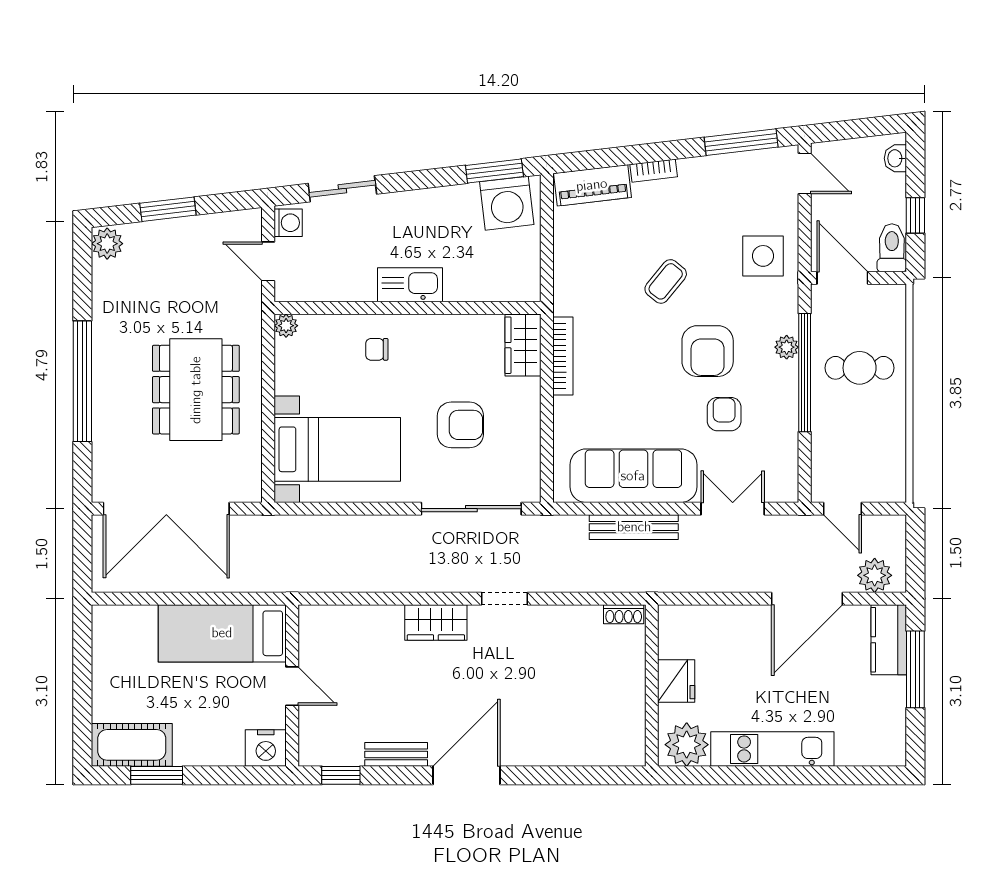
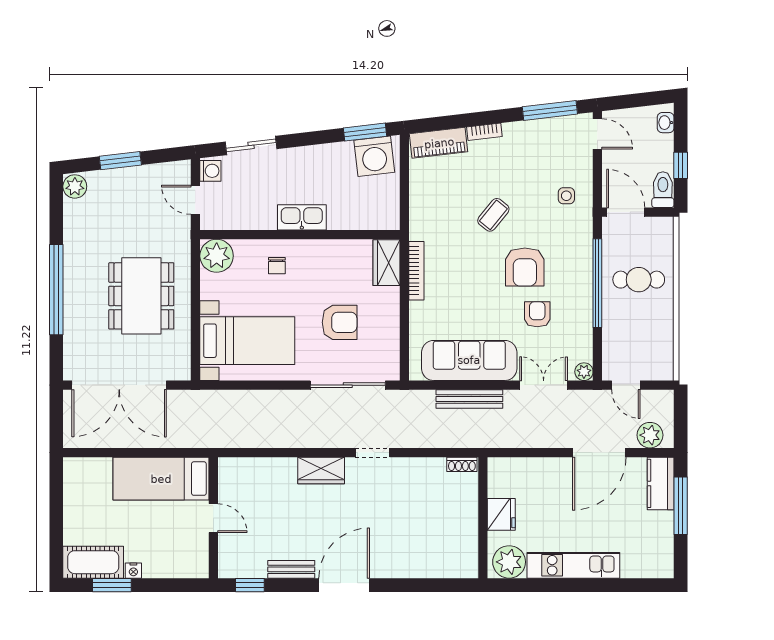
side table: (763, 256) -> (566, 196), width x0.54, depth x0.54
plant: (286, 326) -> (217, 256), width x1.88, depth x1.88
plant: (787, 347) -> (584, 372), moved
chair: (377, 349) -> (277, 266), turned -90
nightstand: (266, 748) -> (133, 571), moved, width x0.53, depth x0.56

